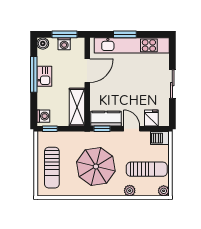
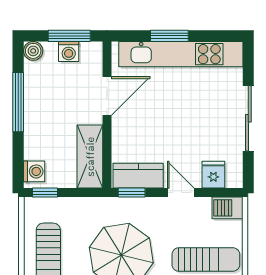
kitchen sink: (44, 76) -> (36, 105), removed
sliding door: (172, 84) -> (248, 118), width x1.37

